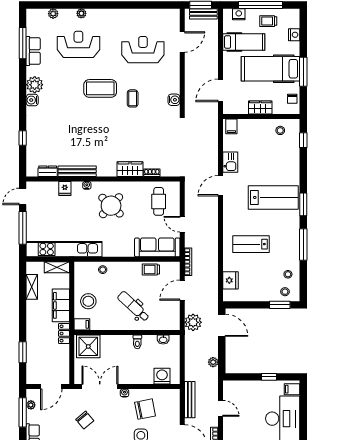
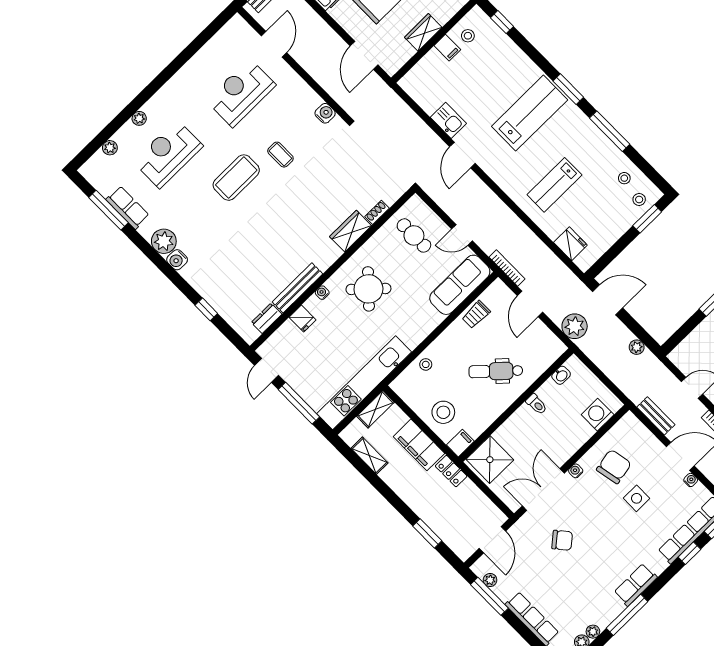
filing cabinet: (231, 126) -> (447, 48), moved
bench: (190, 400) -> (656, 416), width x0.73

